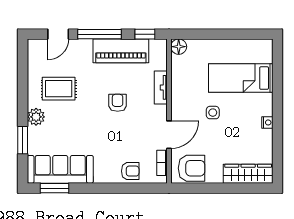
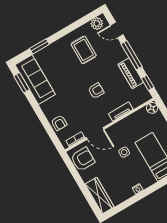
piano: (121, 51) -> (131, 73), width x0.73, depth x0.75
plant: (36, 117) -> (97, 24), moved
armchair: (192, 168) -> (83, 159), turned -90

